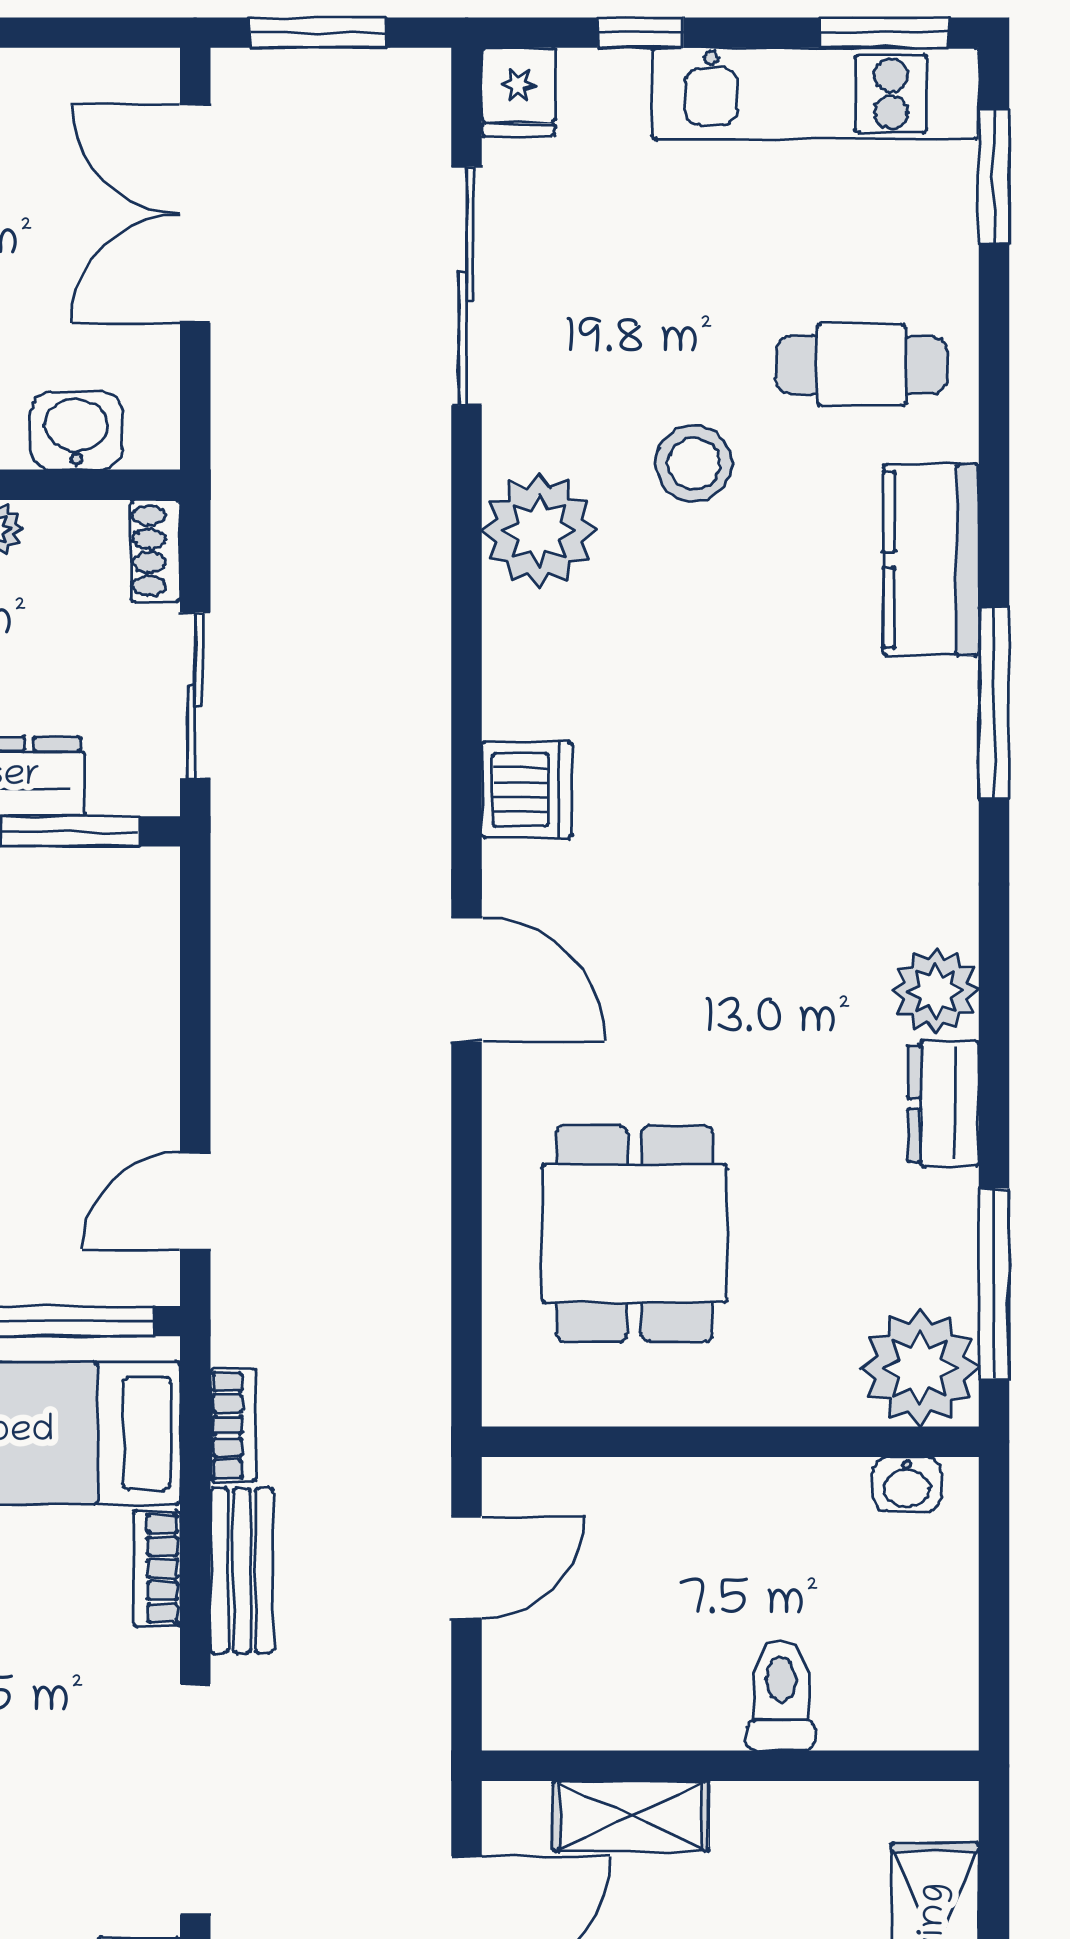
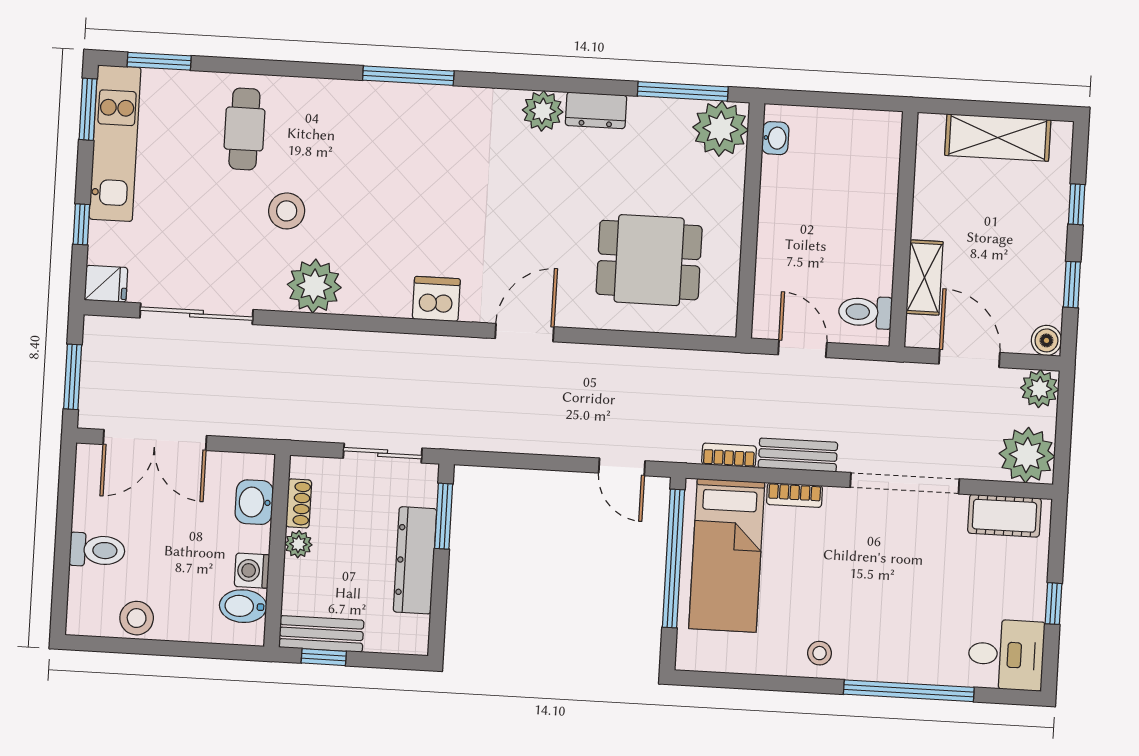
shoe rack: (155, 551) -> (299, 503), moved, turned -90
kitchen counter: (931, 560) -> (339, 101), removed
toilet: (781, 1695) -> (865, 312), moved

